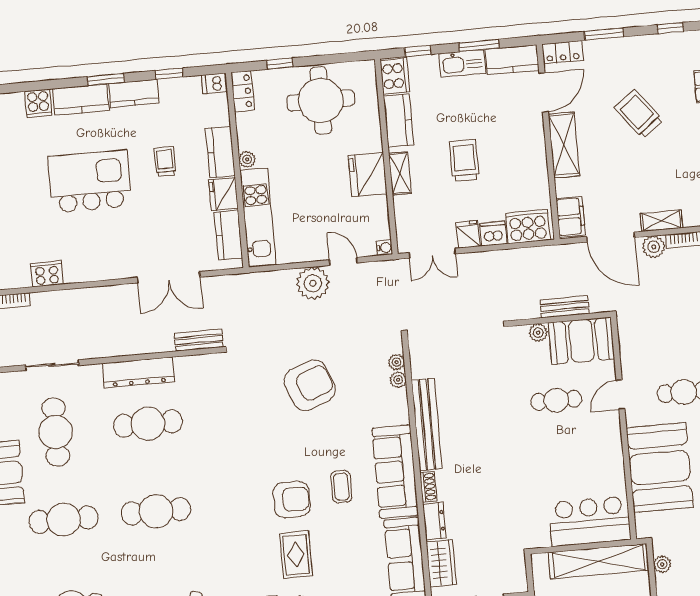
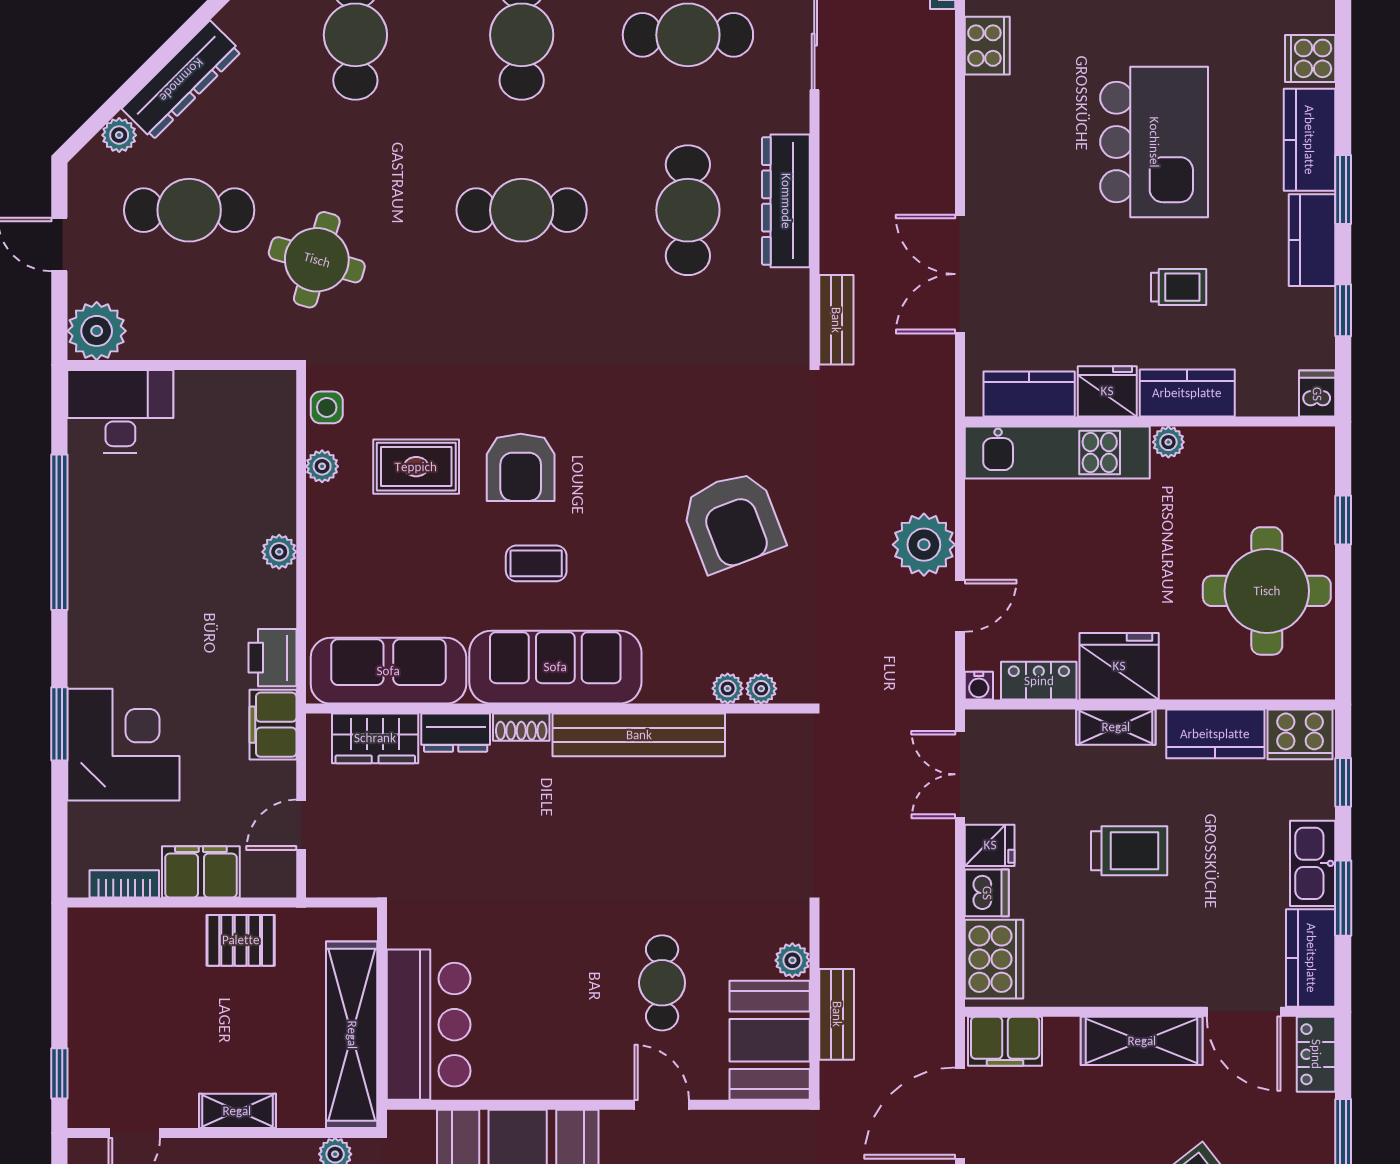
locker: (243, 91) -> (1039, 681), moved, turned 180
cafe table: (156, 511) -> (522, 210), turned 90

